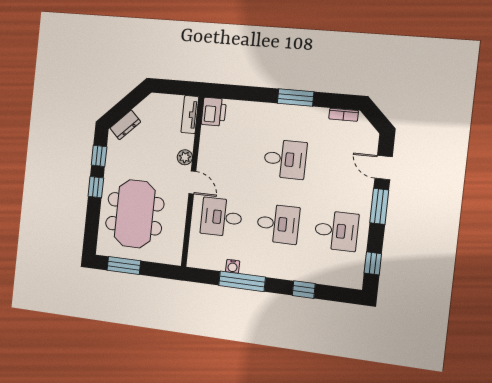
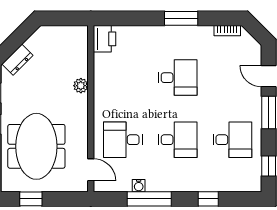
tv unit: (190, 115) -> (81, 44), removed
door: (192, 182) -> (91, 170), moved
window: (124, 266) -> (31, 199), width x0.67

